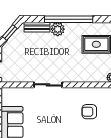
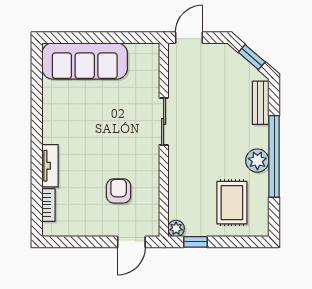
plant: (58, 29) -> (257, 161), moved

